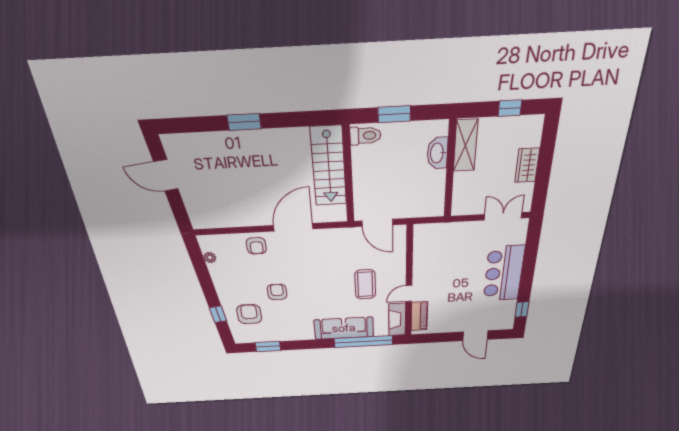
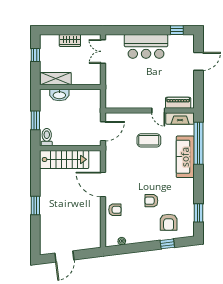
armchair: (249, 314) -> (169, 222), turned -90

